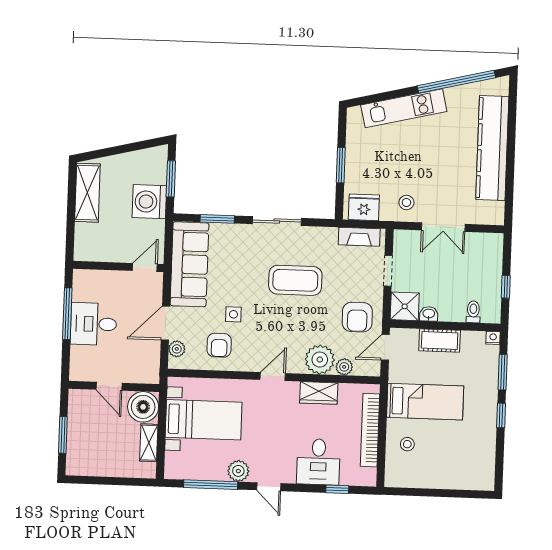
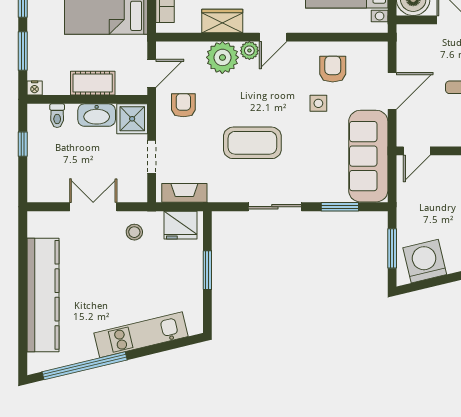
washing machine: (149, 202) -> (425, 261), moved, turned -103
washbasin: (429, 314) -> (97, 115), width x1.91, depth x1.45
armchair: (357, 317) -> (183, 105), width x0.72, depth x0.72
plant: (177, 349) -> (379, 63), removed
plant: (344, 367) -> (249, 51), moved

